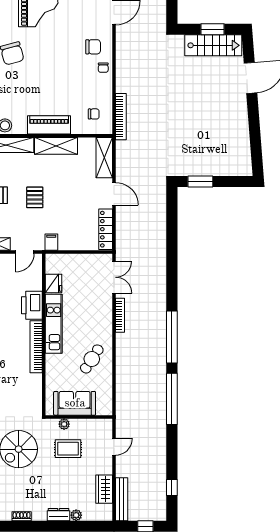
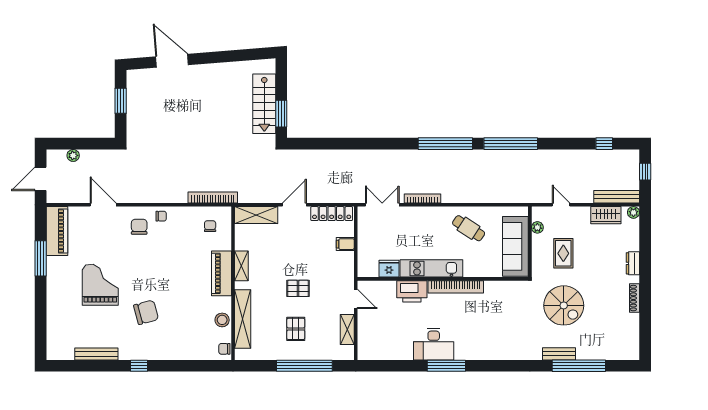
stairs: (213, 45) -> (264, 104), moved, turned 180
shelving: (56, 146) -> (241, 266), width x0.67, depth x0.75
filing cabinet: (51, 242) -> (345, 244), moved
sofa: (75, 403) -> (515, 246), width x1.36
plant: (64, 424) -> (537, 227), moved
plant: (76, 515) -> (633, 212), moved
shoe rack: (22, 516) -> (635, 298), width x1.43

